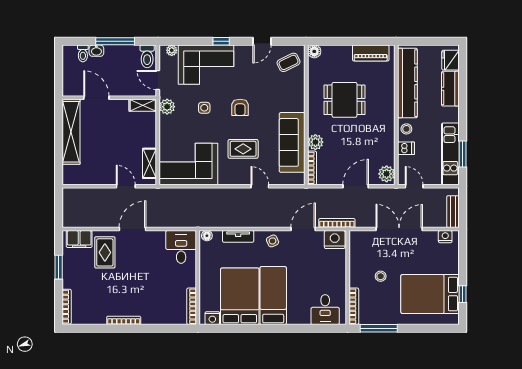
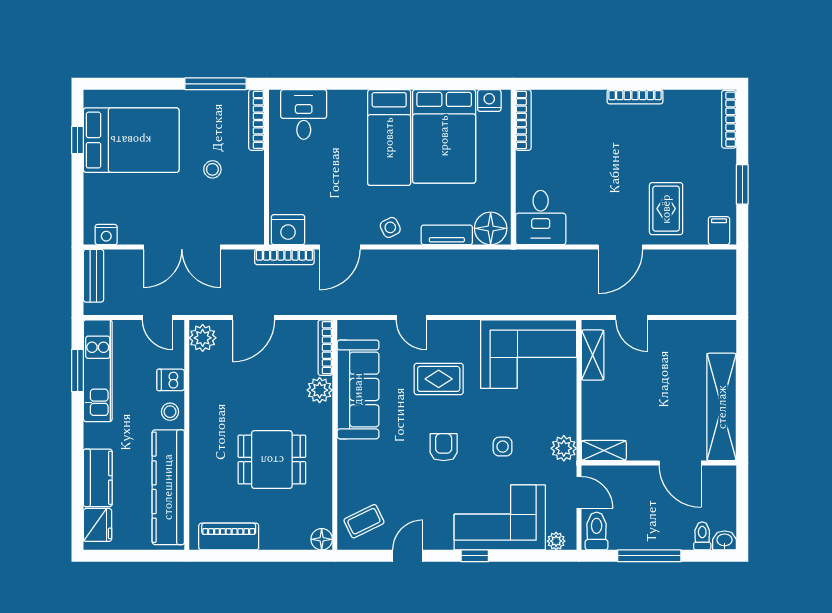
washbasin: (96, 51) -> (725, 540), moved
floor lamp: (207, 236) -> (491, 228), width x1.89, depth x1.89
filing cabinet: (79, 239) -> (719, 231), width x0.50

